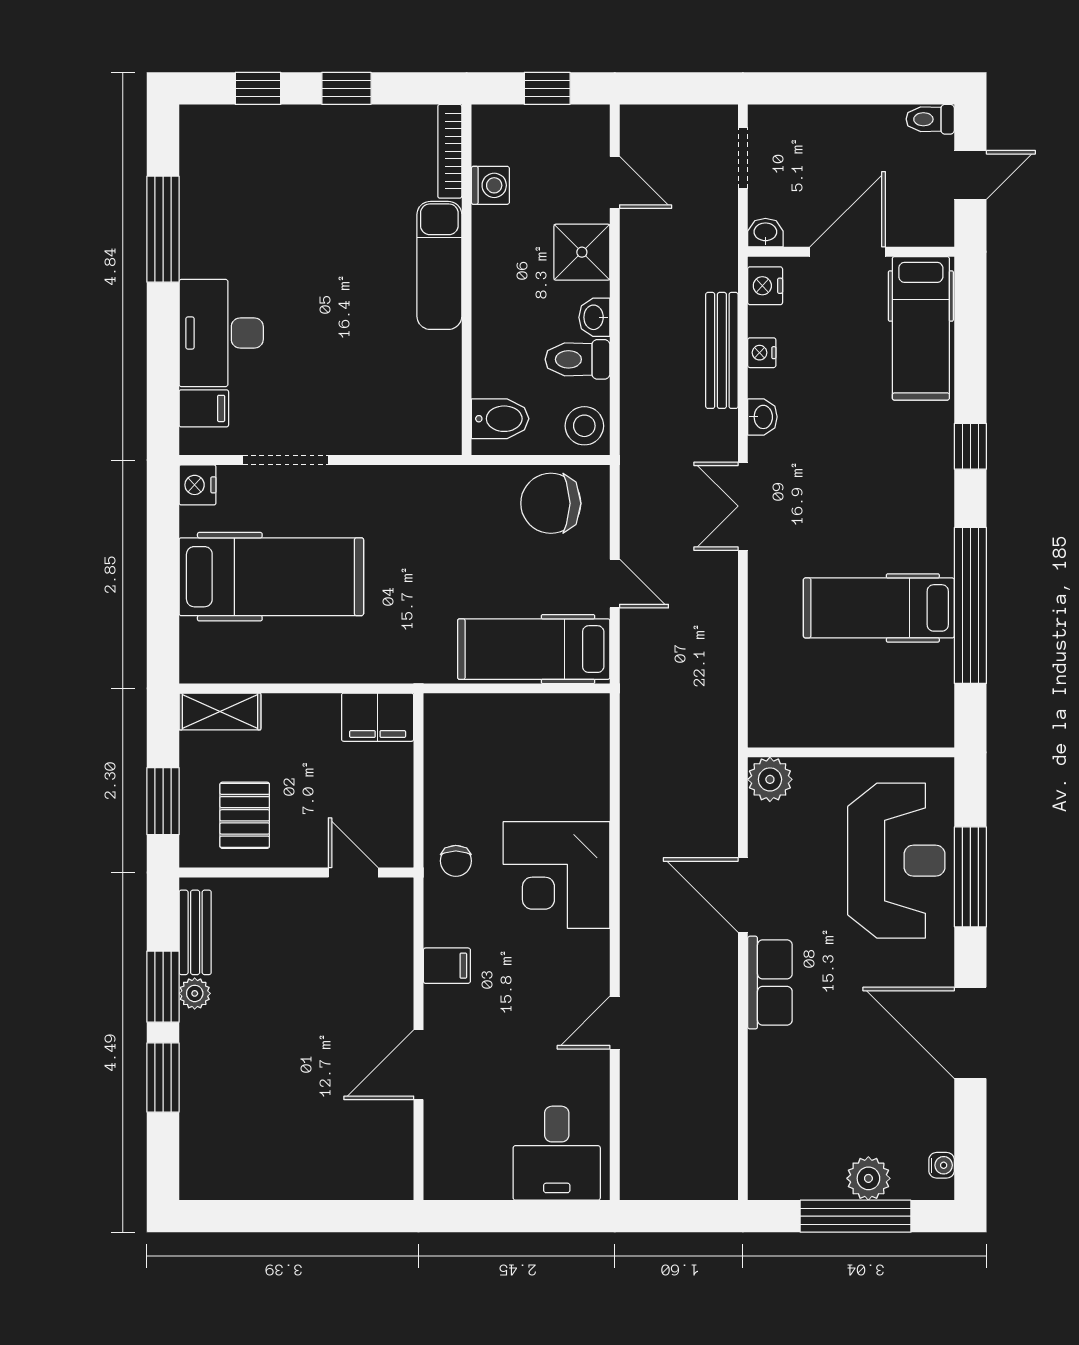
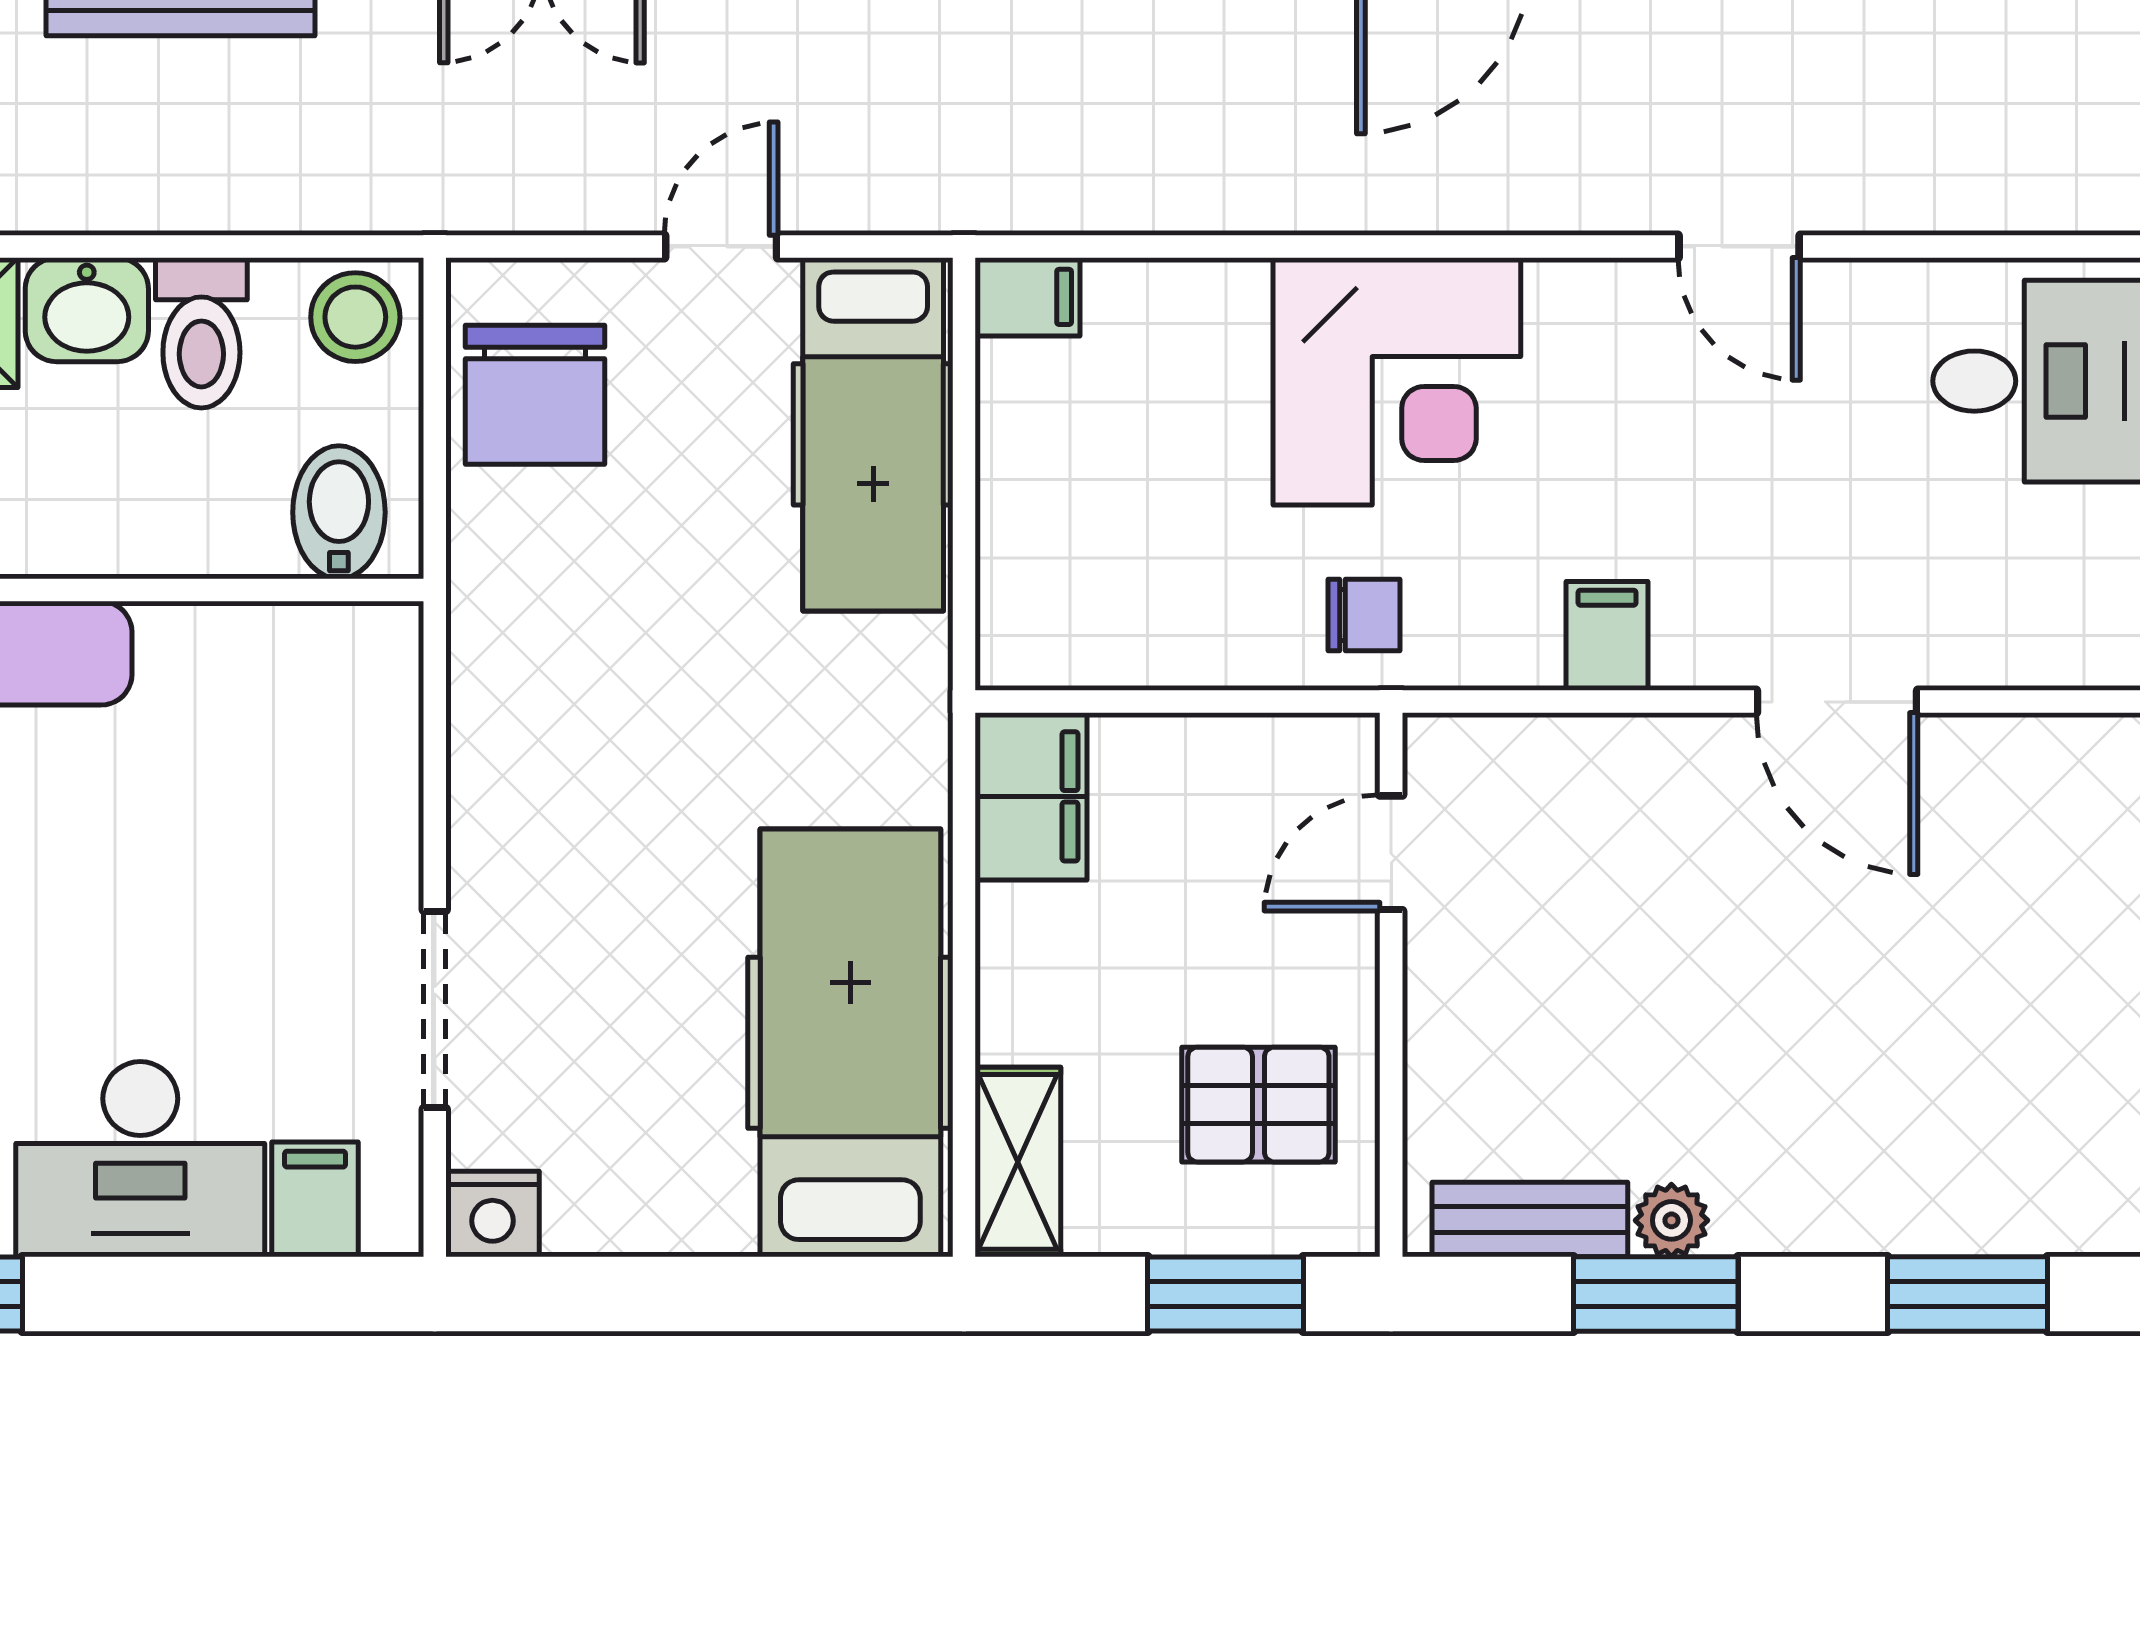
washbasin: (594, 317) -> (87, 310), width x1.38, depth x1.45
hospital bed: (271, 577) -> (850, 1043), moved
filing cabinet: (593, 716) -> (1027, 297), added
window: (163, 1077) -> (1968, 1294), moved

